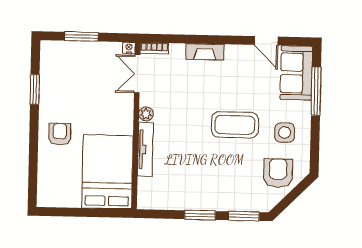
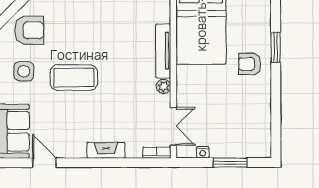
nightstand: (129, 48) -> (203, 152), moved
window: (35, 89) -> (276, 47), moved
armchair: (60, 134) -> (250, 64), turned 90
armchair: (278, 173) -> (29, 30), turned -90

